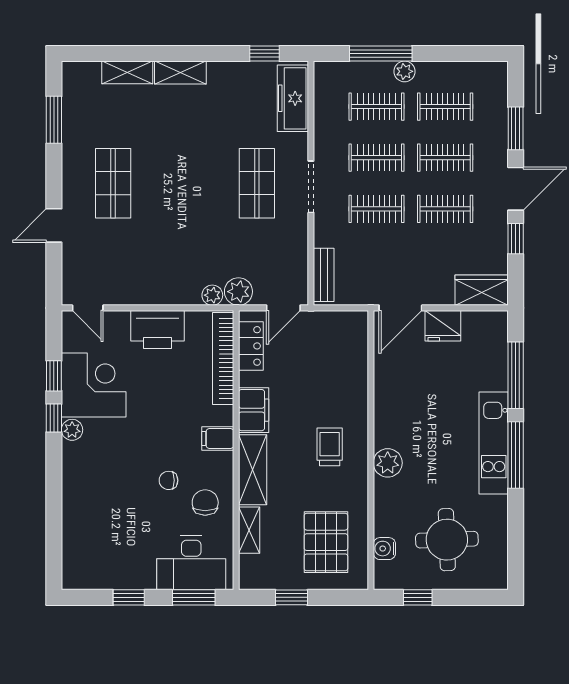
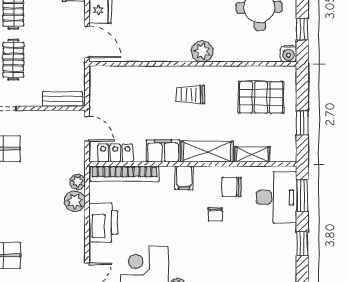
plant: (238, 292) -> (75, 201), moved
water cooler: (384, 549) -> (288, 54), moved

